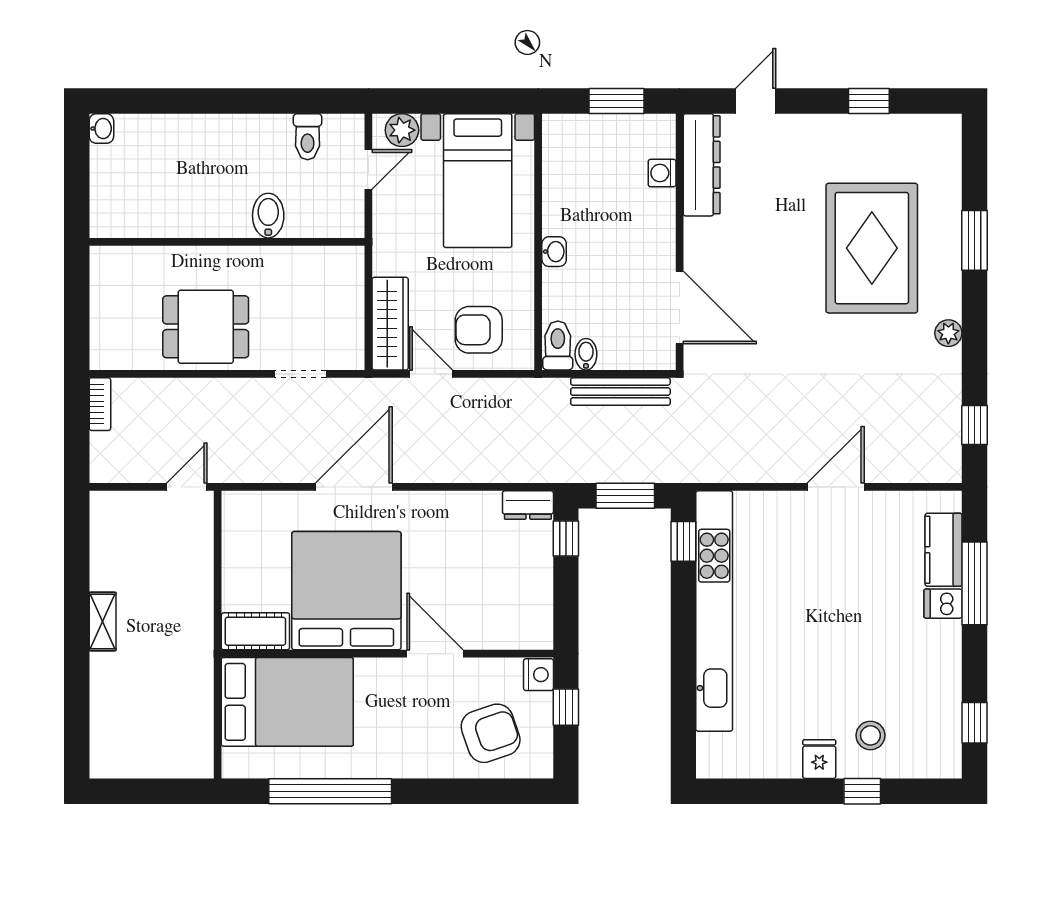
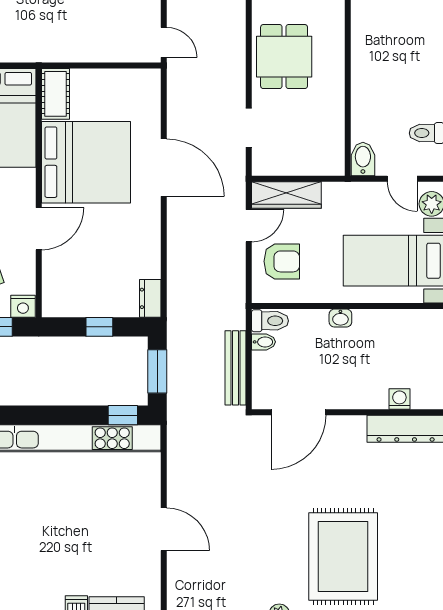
bidet: (268, 216) -> (363, 159), moved, turned -90
rug: (872, 248) -> (343, 556), turned 90
armchair: (479, 330) -> (282, 261), turned 90
window: (566, 538) -> (99, 327), moved

